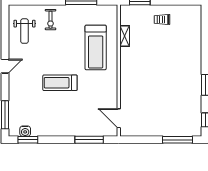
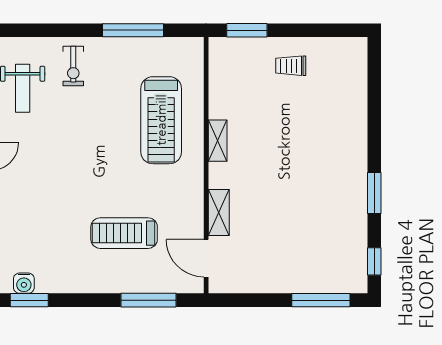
shelving: (125, 36) -> (218, 141), moved
treadmill: (60, 83) -> (124, 233), moved
shelving: (125, 95) -> (219, 213), added

